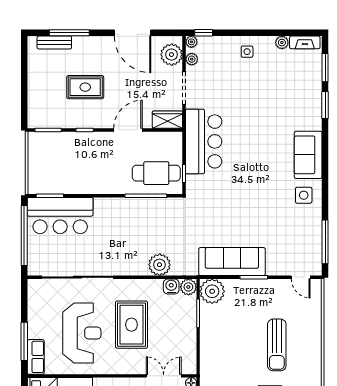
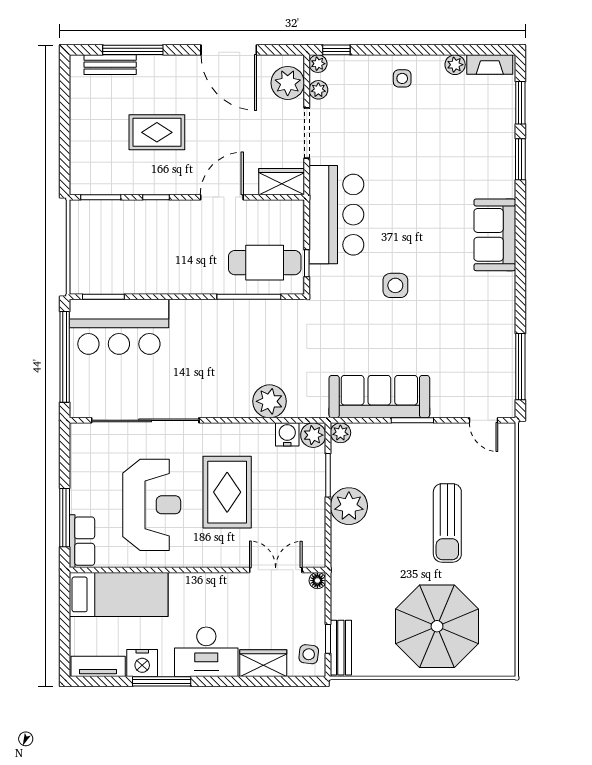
side table: (304, 195) -> (395, 285), moved
plant: (212, 291) -> (340, 433), width x0.53, depth x0.53
plant: (212, 334) -> (349, 506), added

